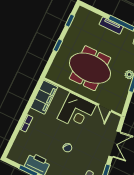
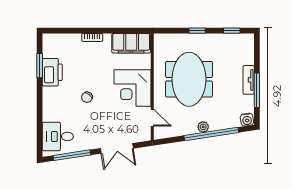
door: (105, 108) -> (152, 118), swing flipped

